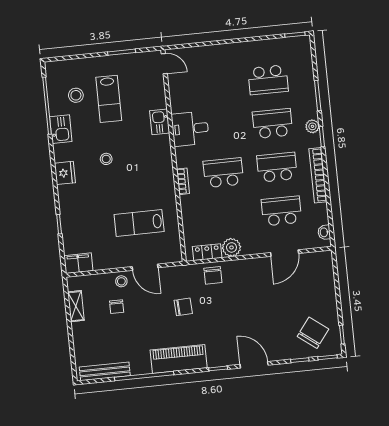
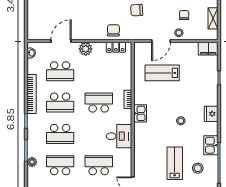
school desk: (214, 85) -> (99, 165), added
kitchen sink: (160, 122) -> (140, 113), moved
plant: (312, 126) -> (32, 162), moved
school desk: (223, 173) -> (99, 103), turned 180
lab bench: (139, 223) -> (162, 73), turned 180
plant: (231, 247) -> (86, 49), moved
door: (145, 267) -> (161, 41), swing flipped

